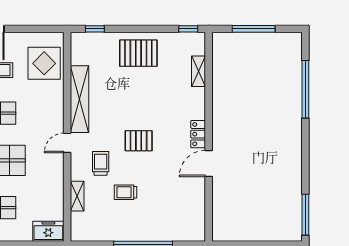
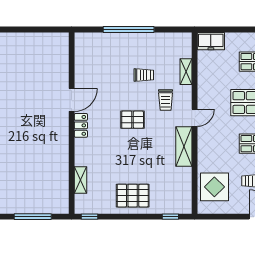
shelving: (79, 99) -> (184, 146), width x0.68

